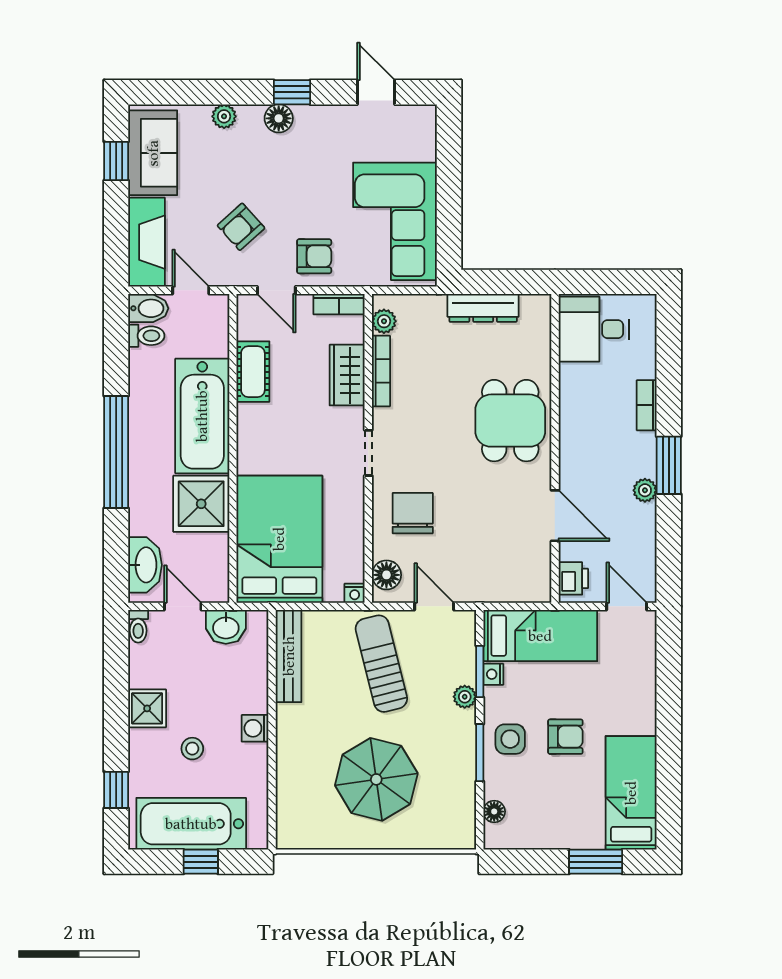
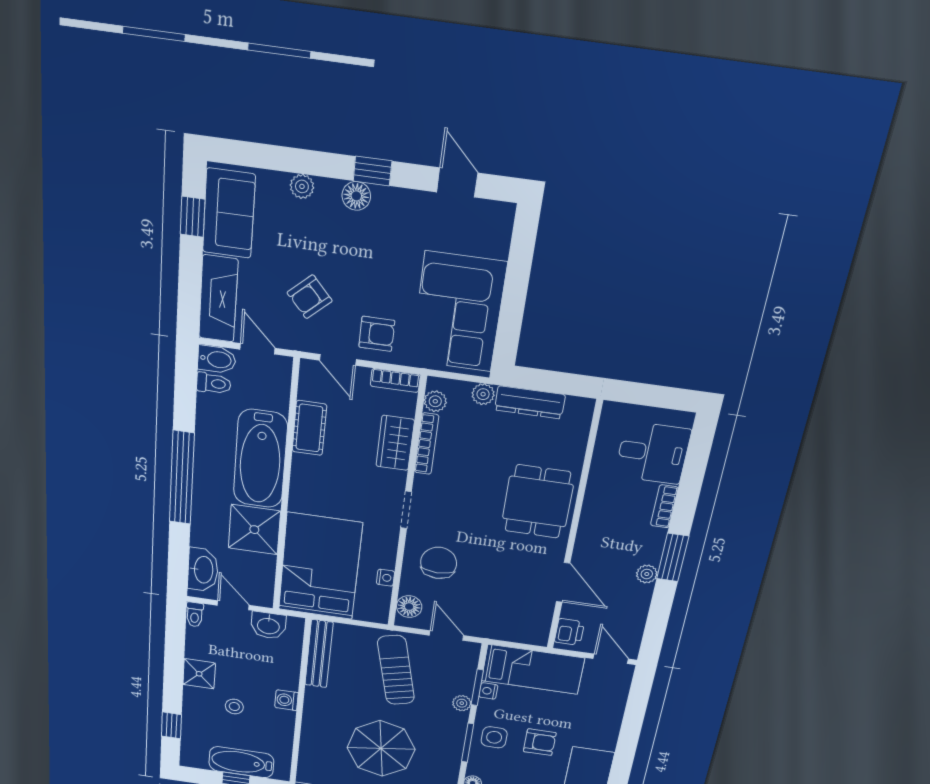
plant: (433, 306) -> (483, 394), added
desk: (594, 329) -> (653, 453), moved, turned 180
nightstand: (355, 593) -> (385, 578), moved, turned -90
bathtub: (191, 824) -> (241, 762), width x0.73, depth x0.73

